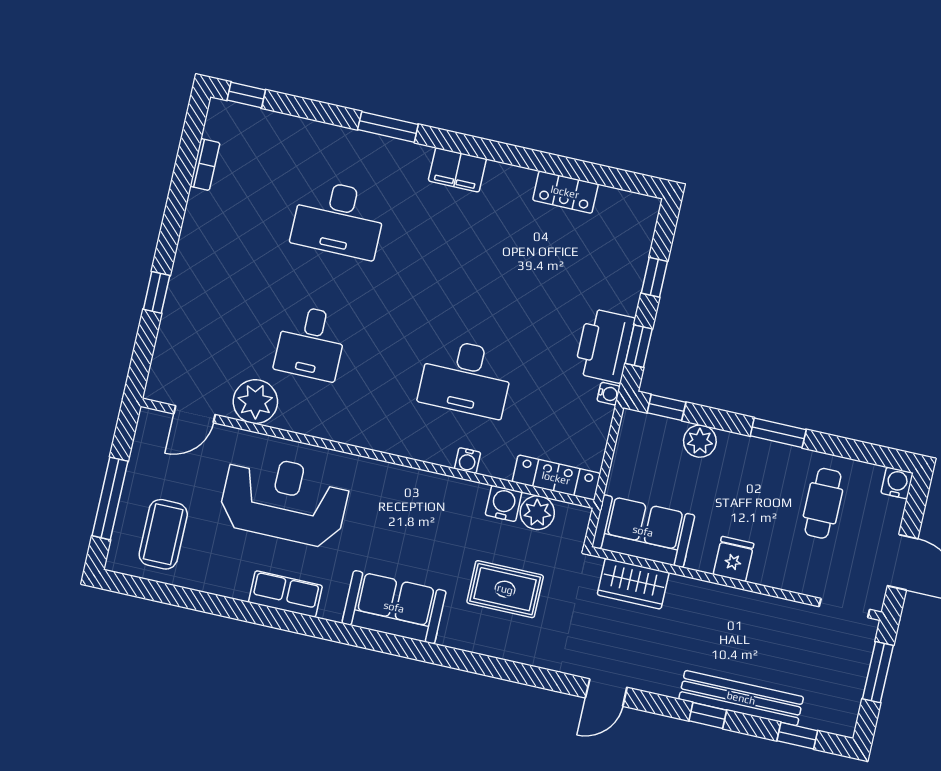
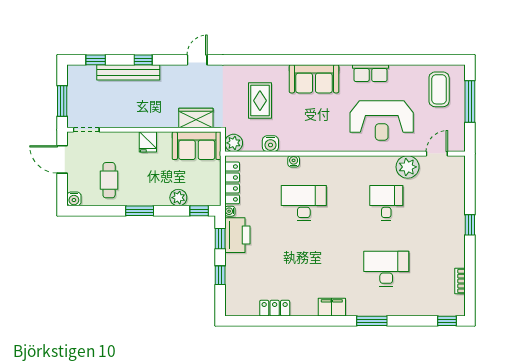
window: (157, 292) -> (470, 225), moved
locker: (556, 478) -> (232, 183), moved, turned -90
plant: (537, 513) -> (234, 143), moved
rug: (505, 589) -> (260, 101), turned 90

